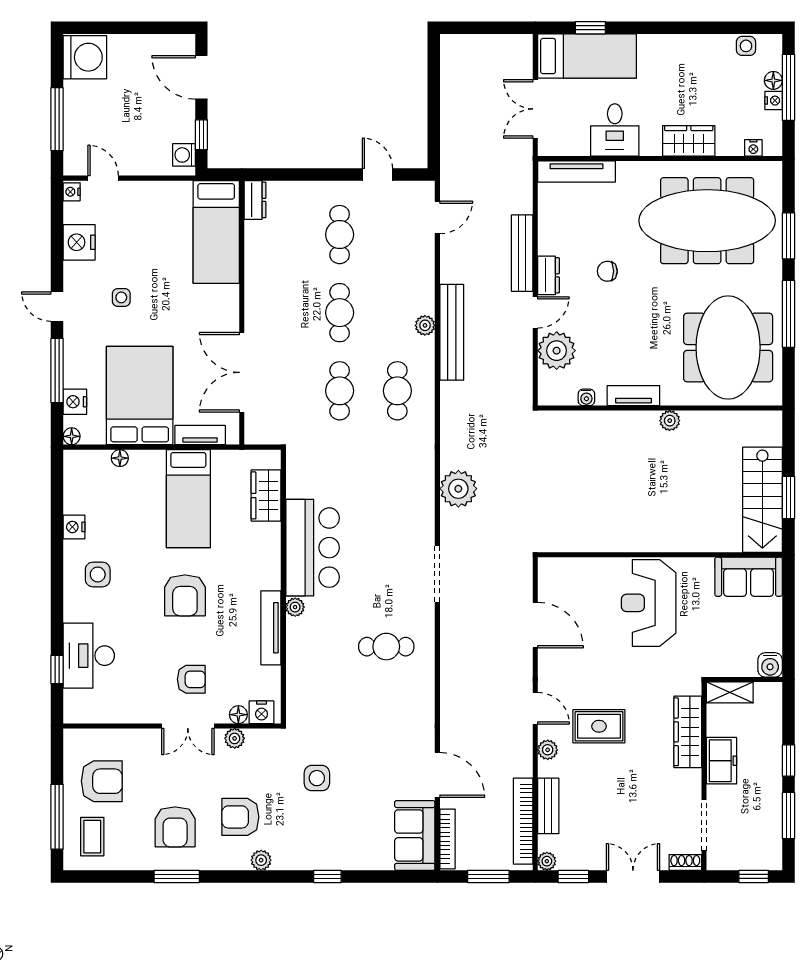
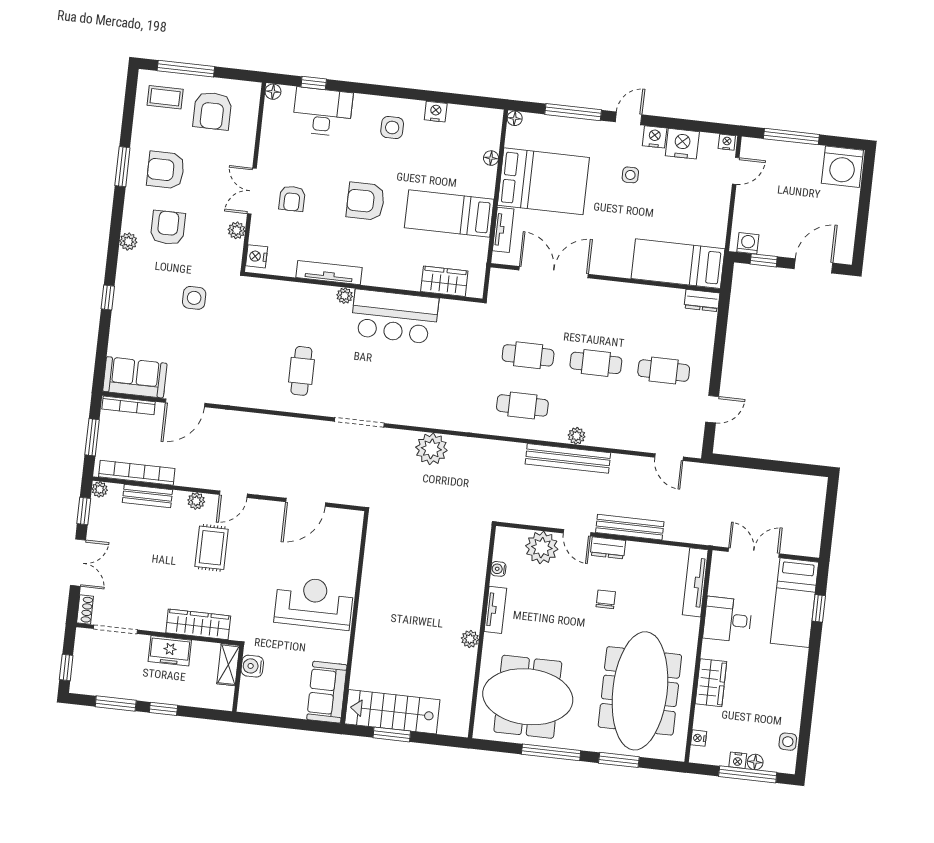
nightstand: (75, 402) -> (655, 137), moved
water cooler: (770, 665) -> (252, 666), moved
floor lamp: (238, 715) -> (273, 92), moved

